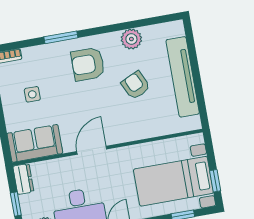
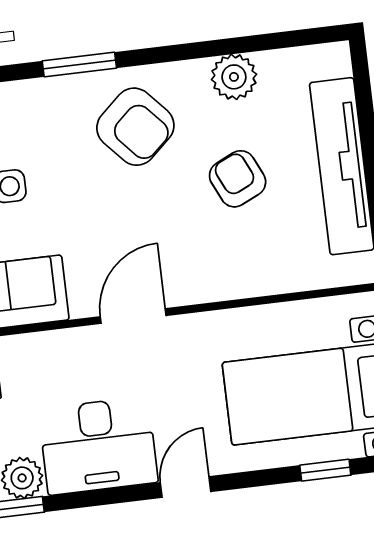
armchair: (88, 64) -> (135, 127), turned -132

